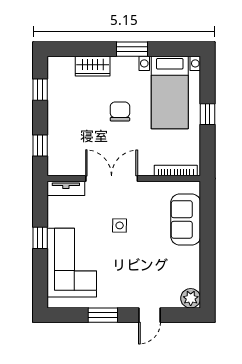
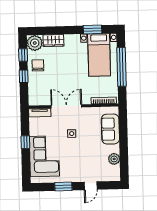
window: (132, 49) -> (93, 30), moved
plant: (61, 69) -> (35, 43), added
chair: (120, 112) -> (38, 65), moved
window: (208, 114) -> (122, 67), width x3.17
window: (40, 146) -> (24, 76), moved
plant: (191, 298) -> (114, 159), moved

